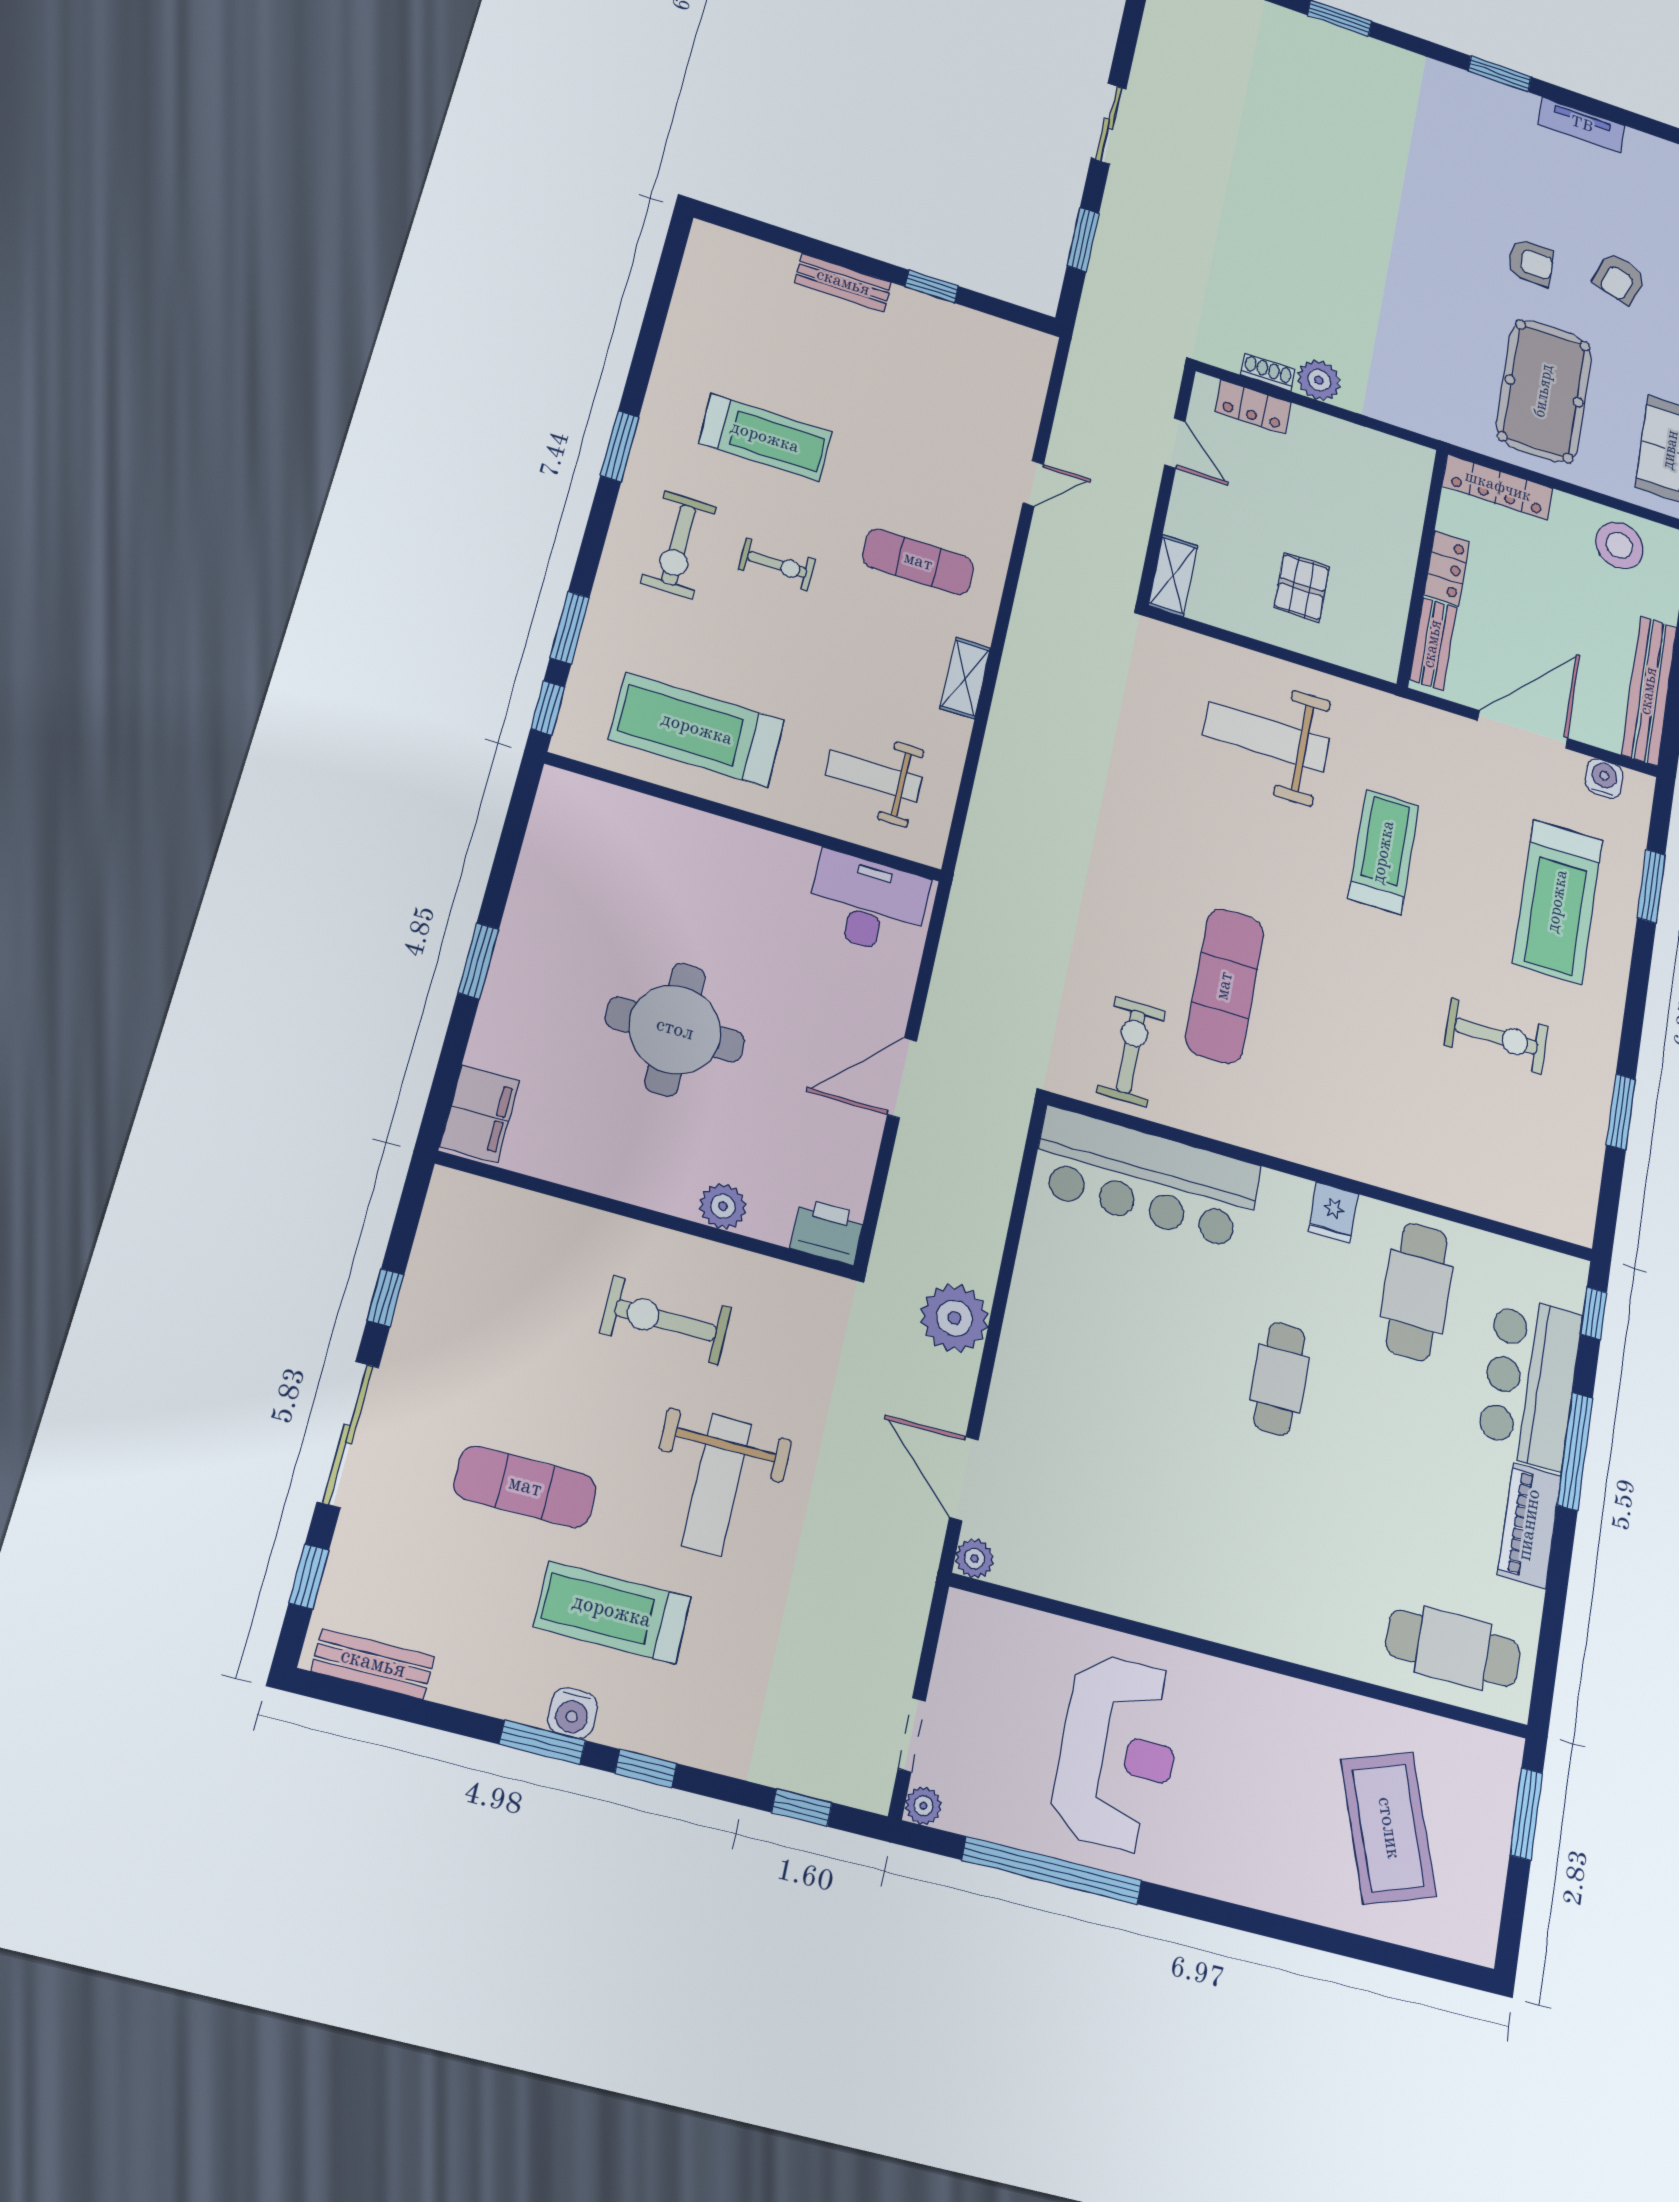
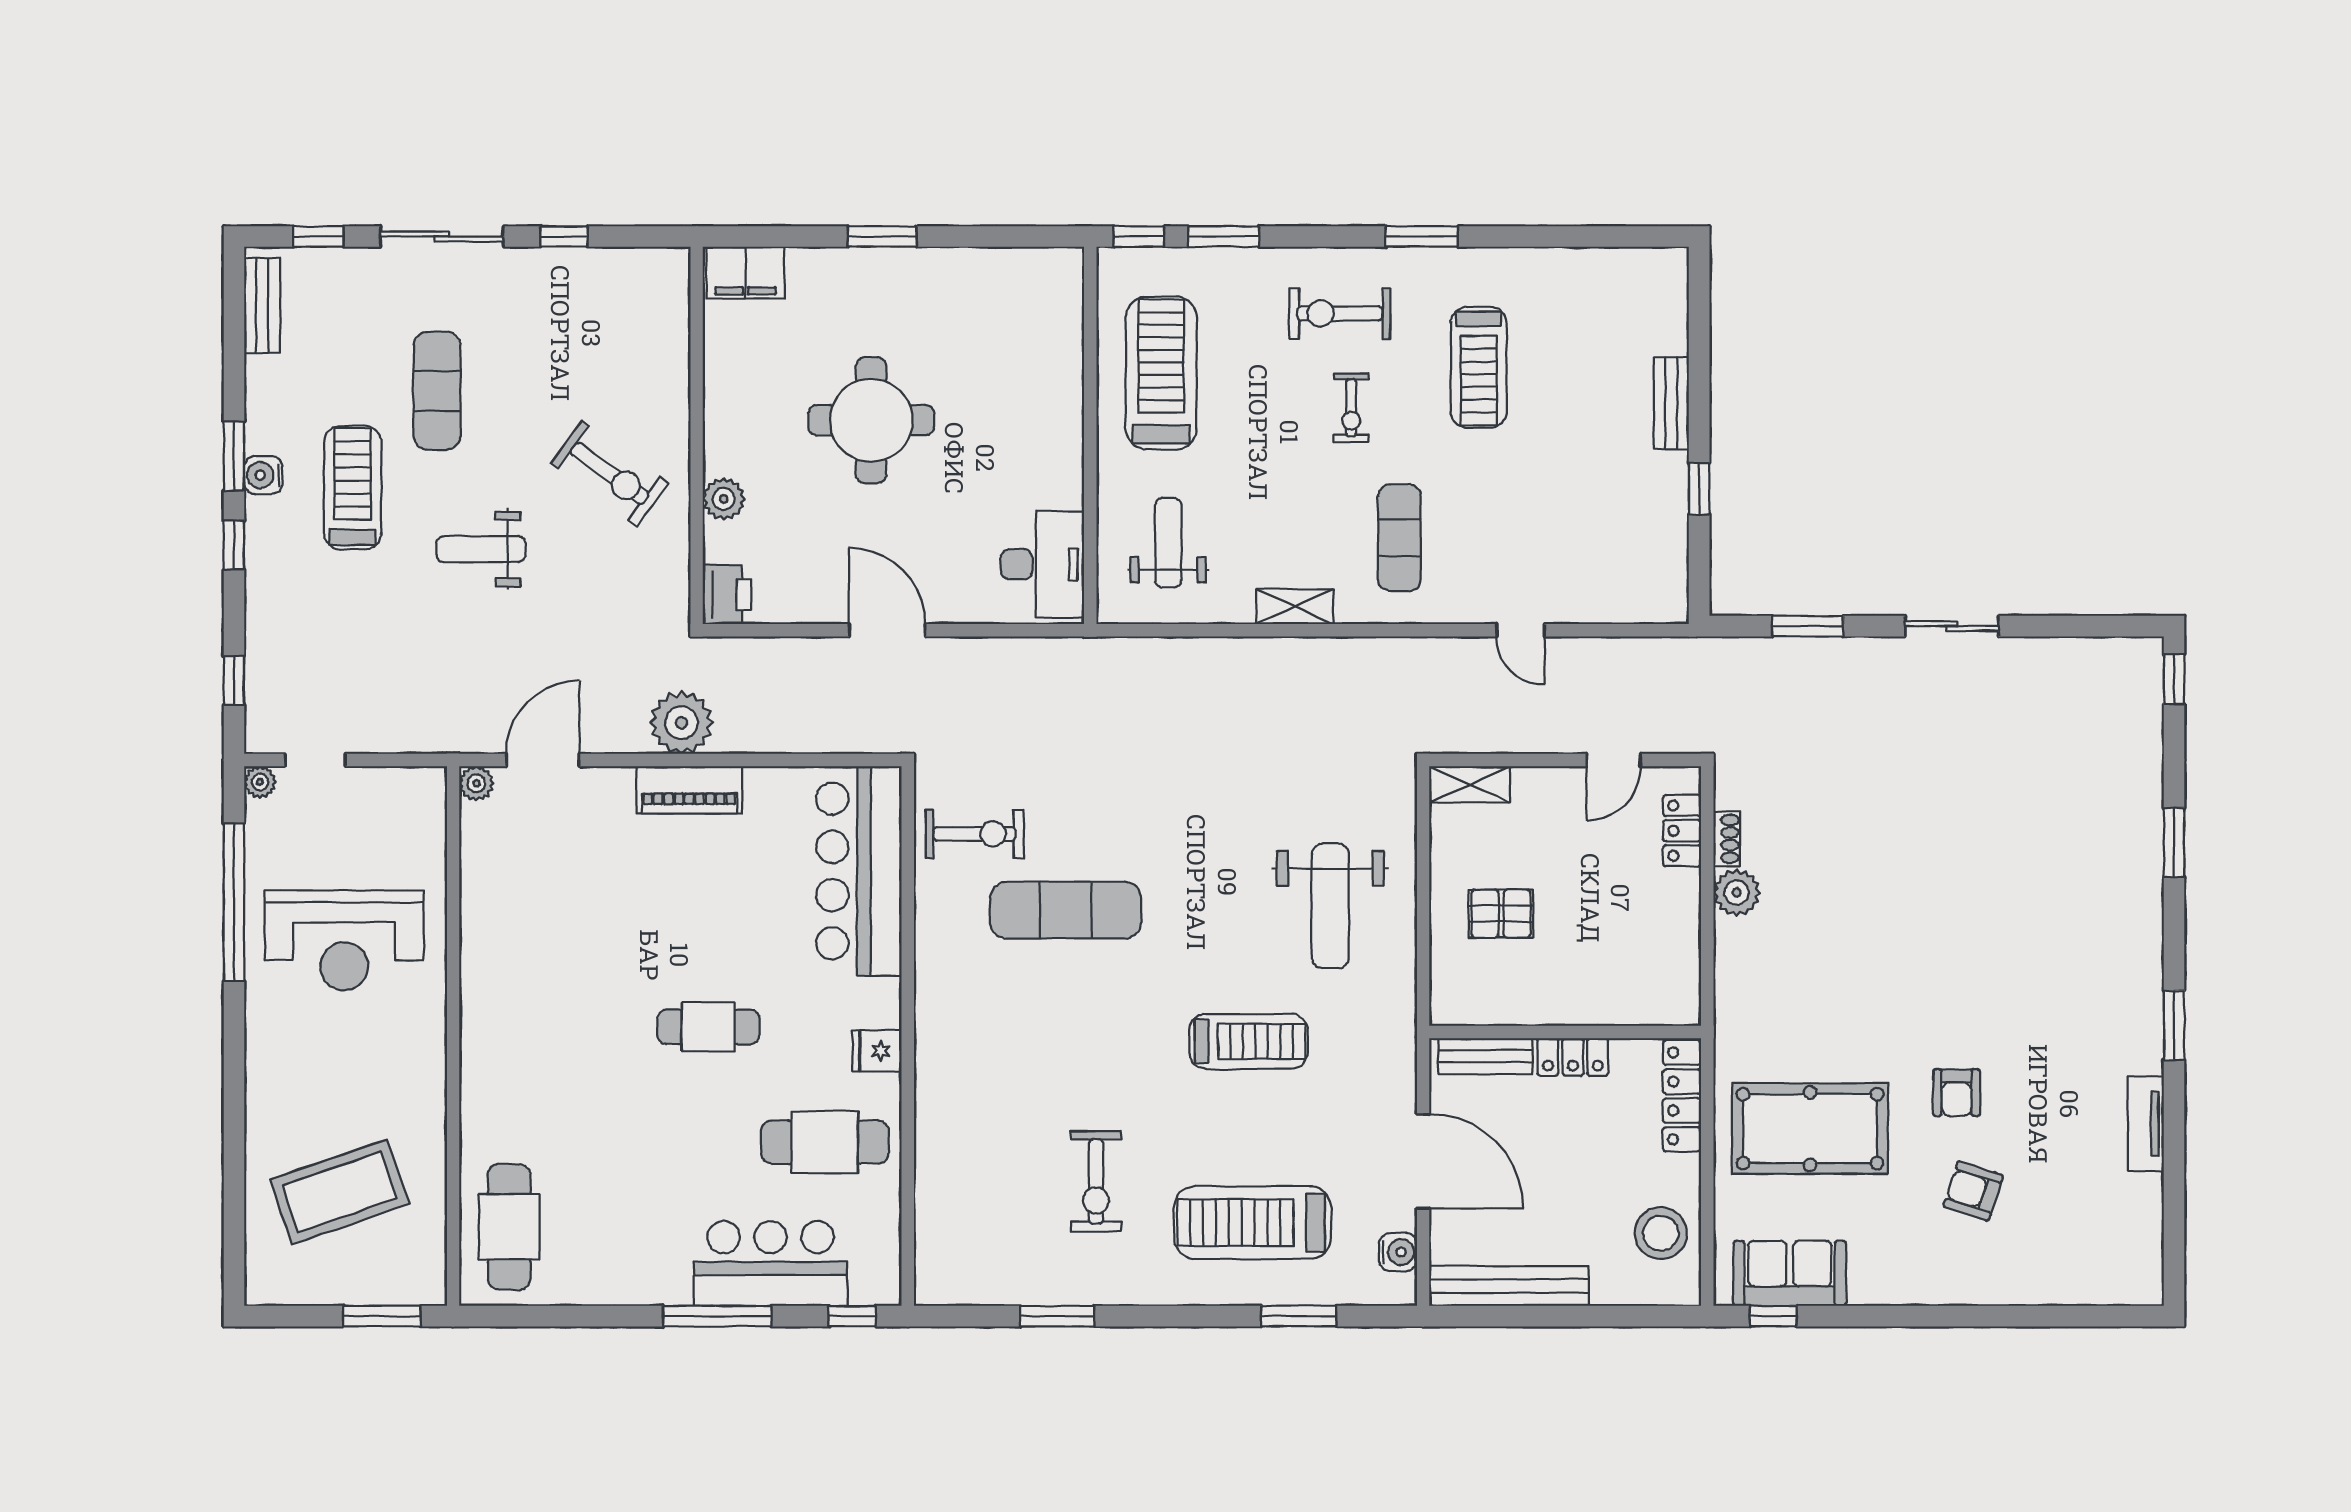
weight bench: (1266, 737) -> (1330, 906), turned 180
exercise bike: (666, 1320) -> (610, 473), turned 126
weight bench: (717, 1485) -> (481, 549), width x0.73, depth x0.75
piano: (1530, 1525) -> (689, 790), moved, turned 180

